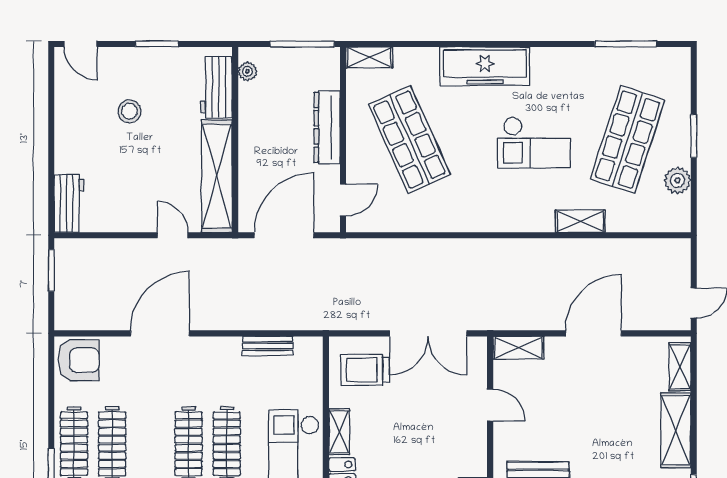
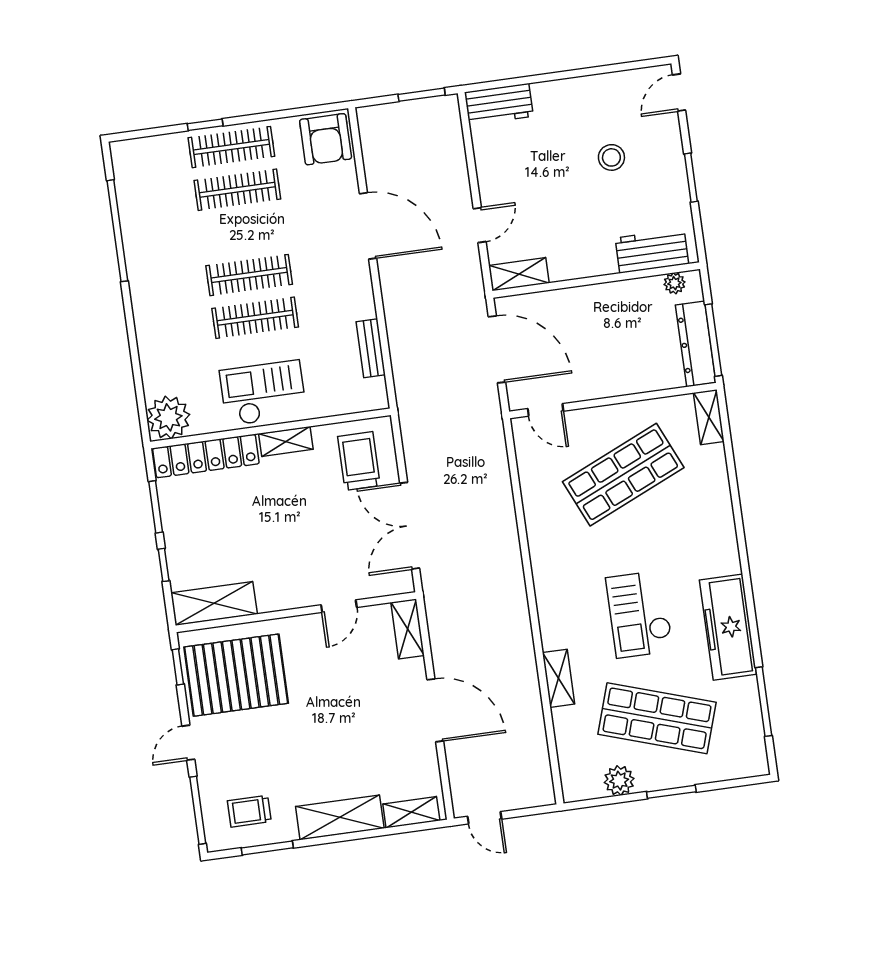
freezer: (485, 66) -> (728, 627), moved
dresser: (327, 127) -> (696, 344), moved, turned -90
shelving: (217, 176) -> (519, 274), width x0.45, depth x0.75

